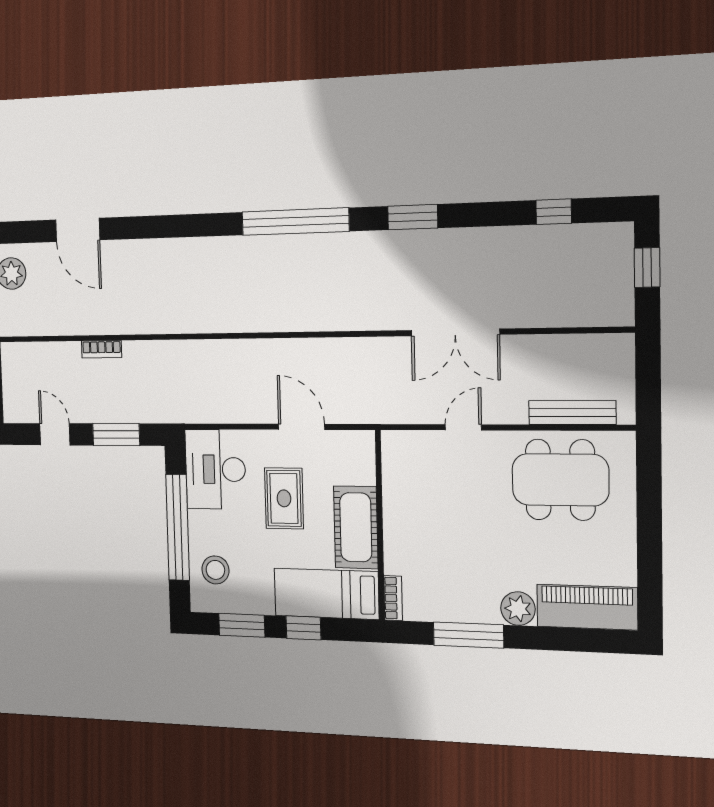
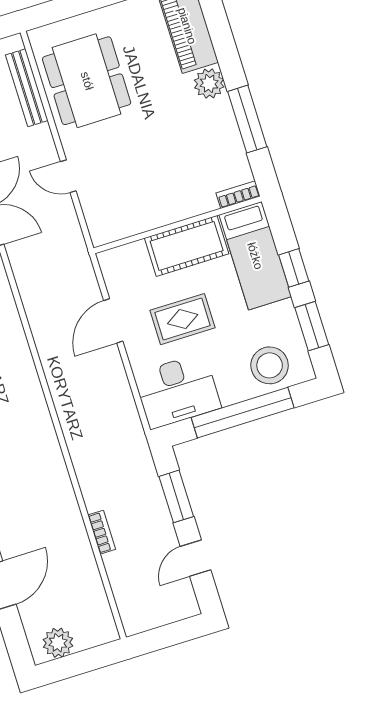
stool: (215, 570) -> (270, 365), width x1.38, depth x1.38

